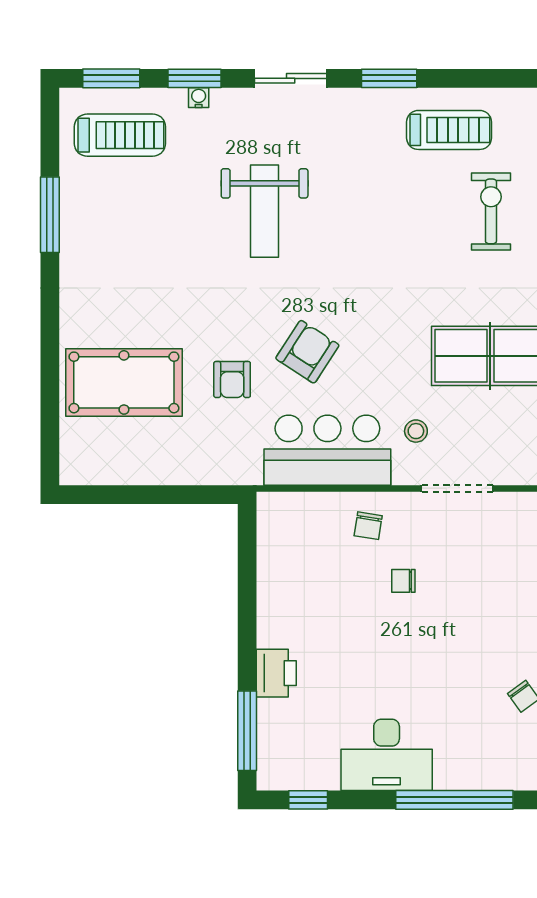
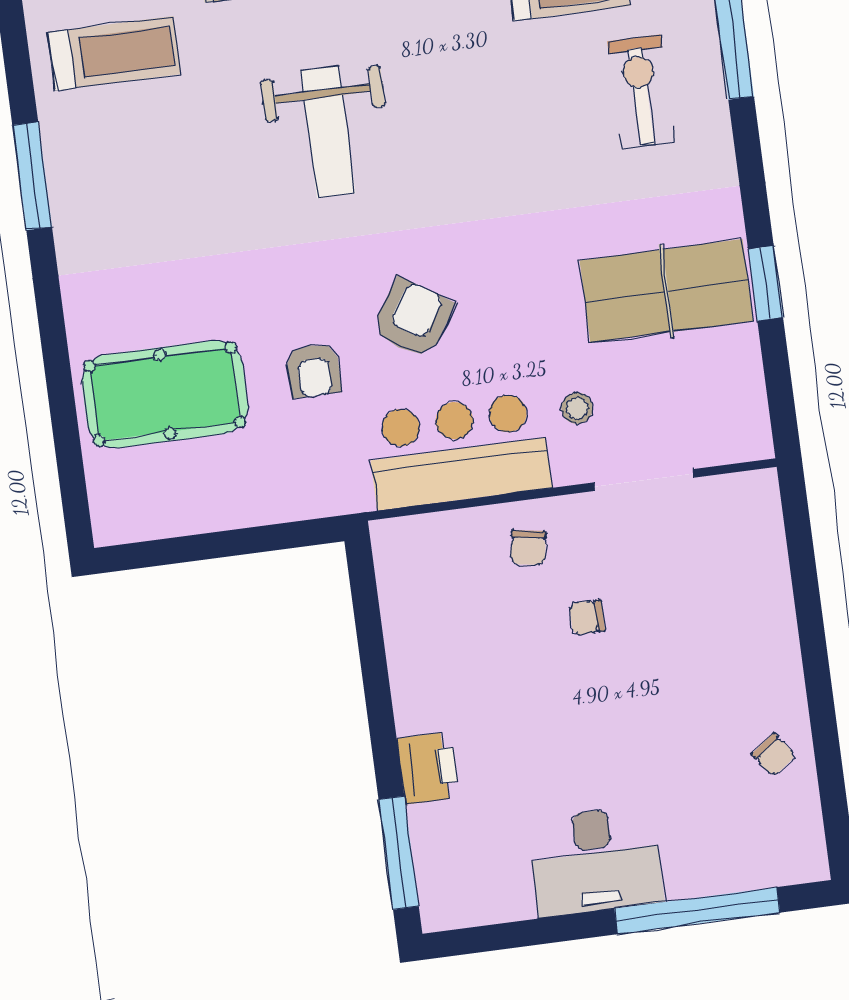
window: (308, 800) -> (495, 937), removed

